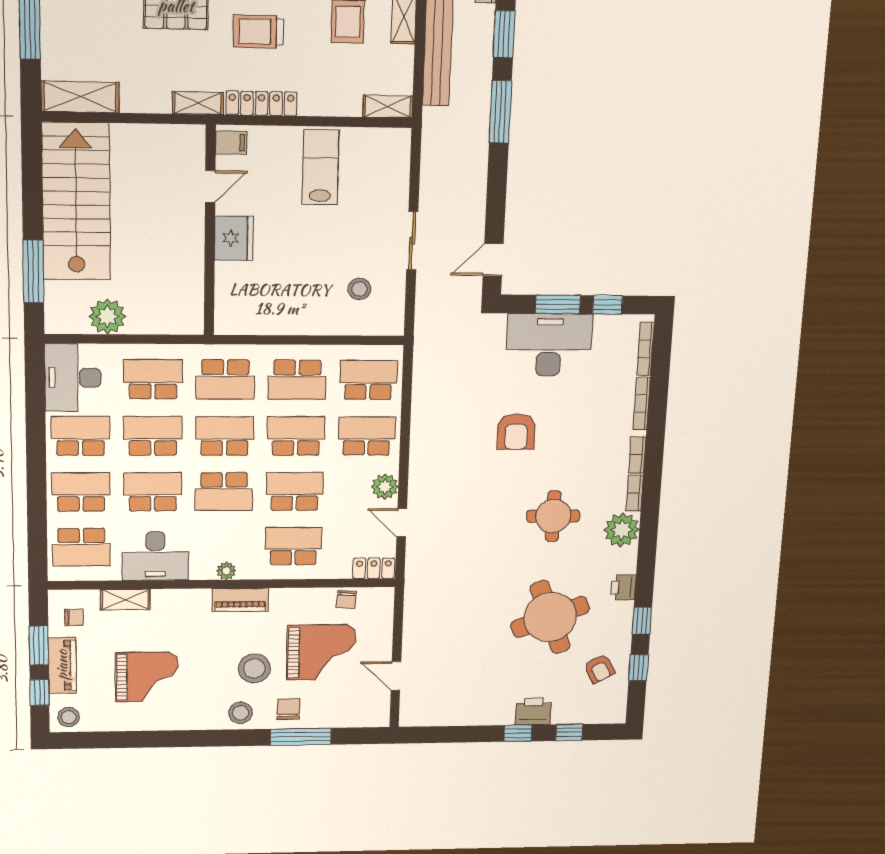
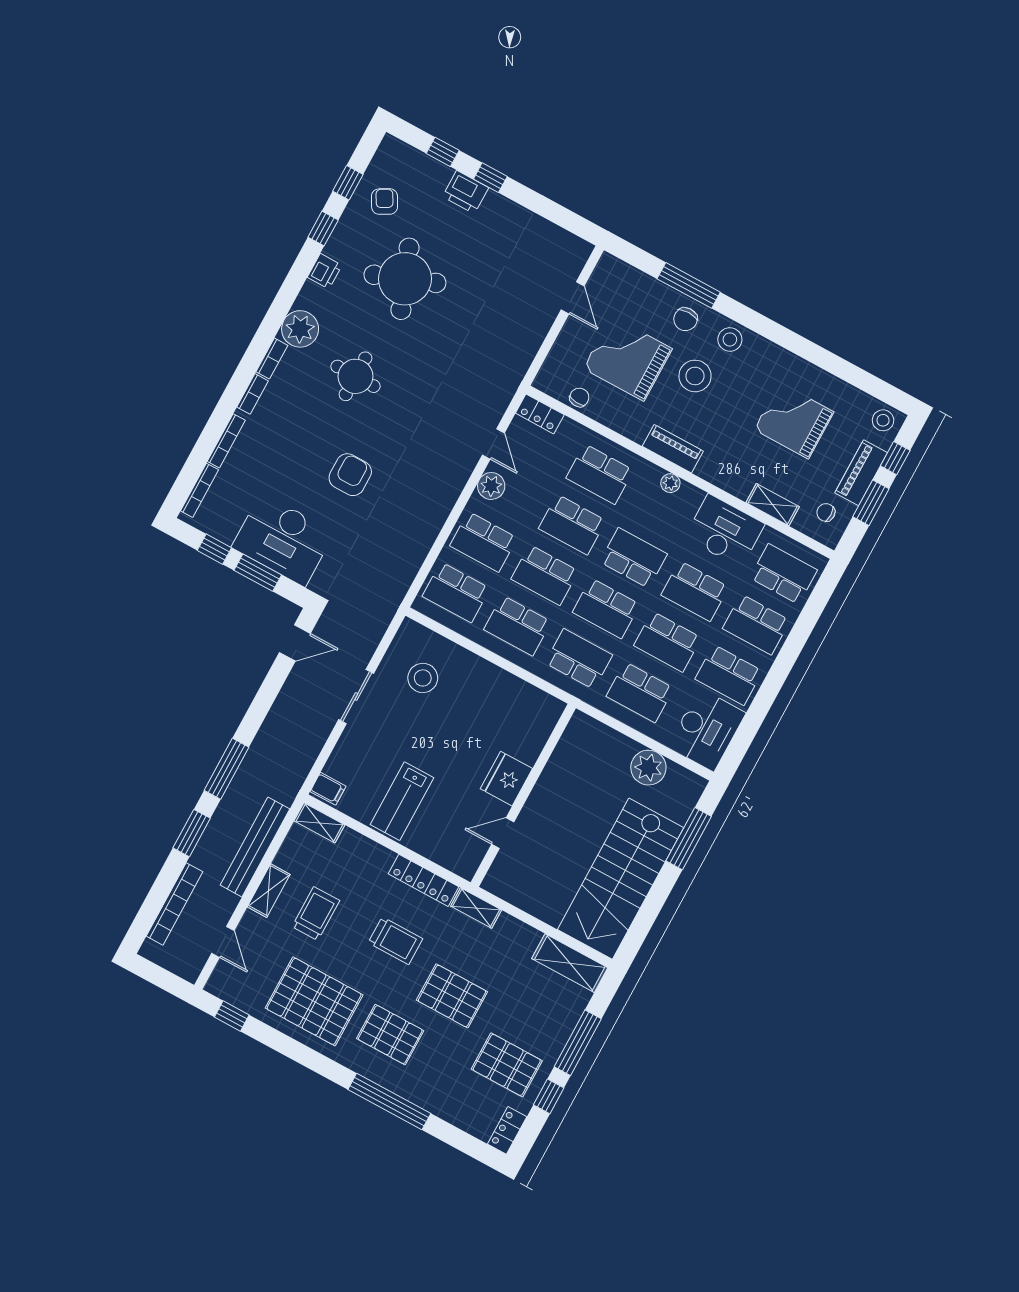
filing cabinet: (231, 143) -> (328, 789), moved, turned 180
stool: (359, 289) -> (423, 678), width x1.38, depth x1.38
school desk: (297, 380) -> (517, 626), turned 180

